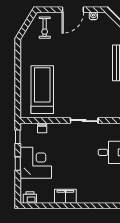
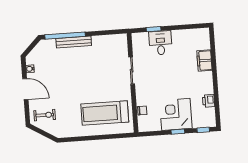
window: (18, 137) -> (203, 130), moved
filing cabinet: (65, 196) -> (204, 61), moved
printer: (30, 198) -> (209, 101), moved

